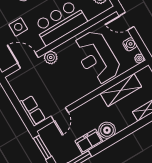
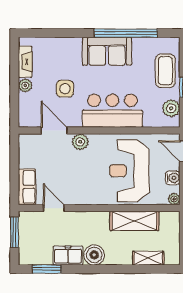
door: (60, 114) -> (54, 208), swing flipped

